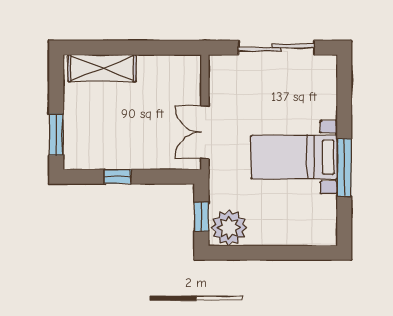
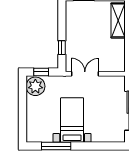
window: (344, 167) -> (56, 146), moved
window: (118, 177) -> (62, 48), moved

